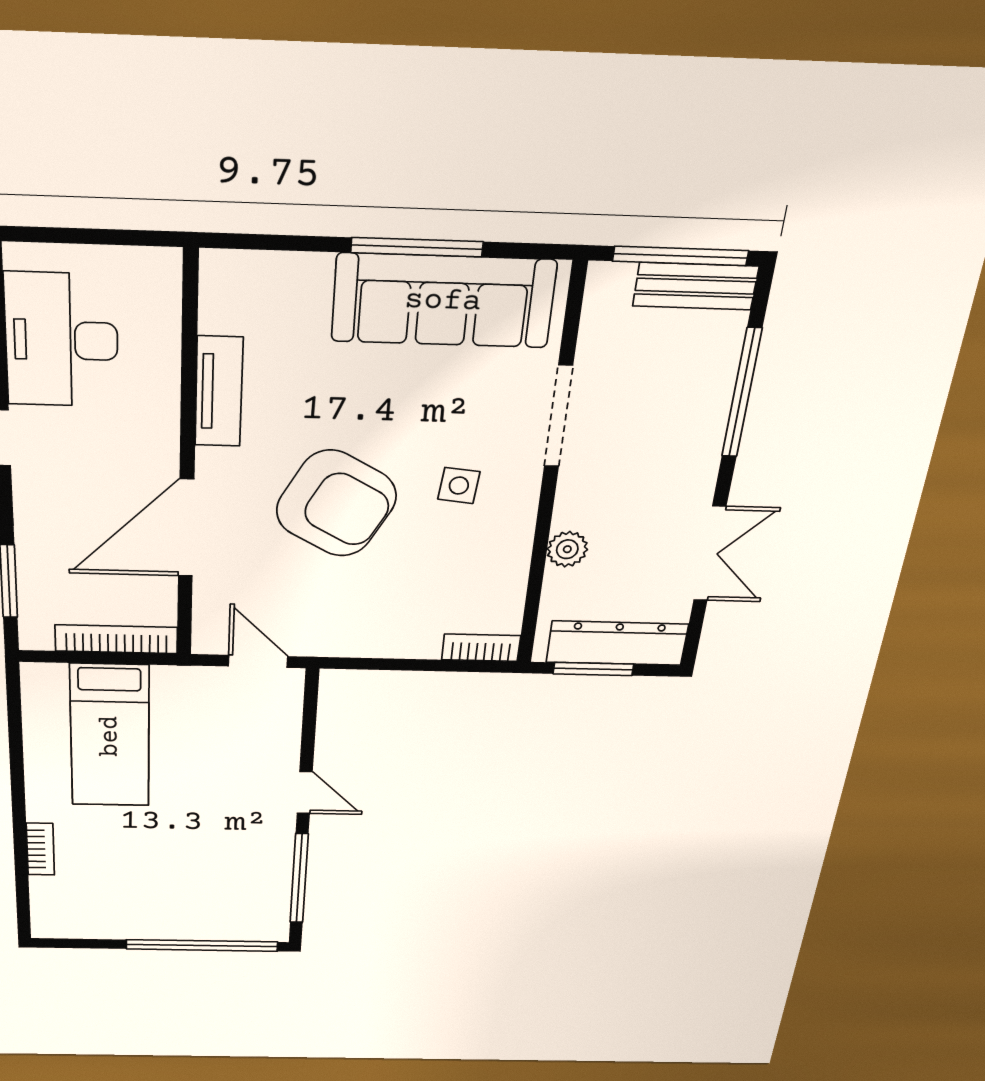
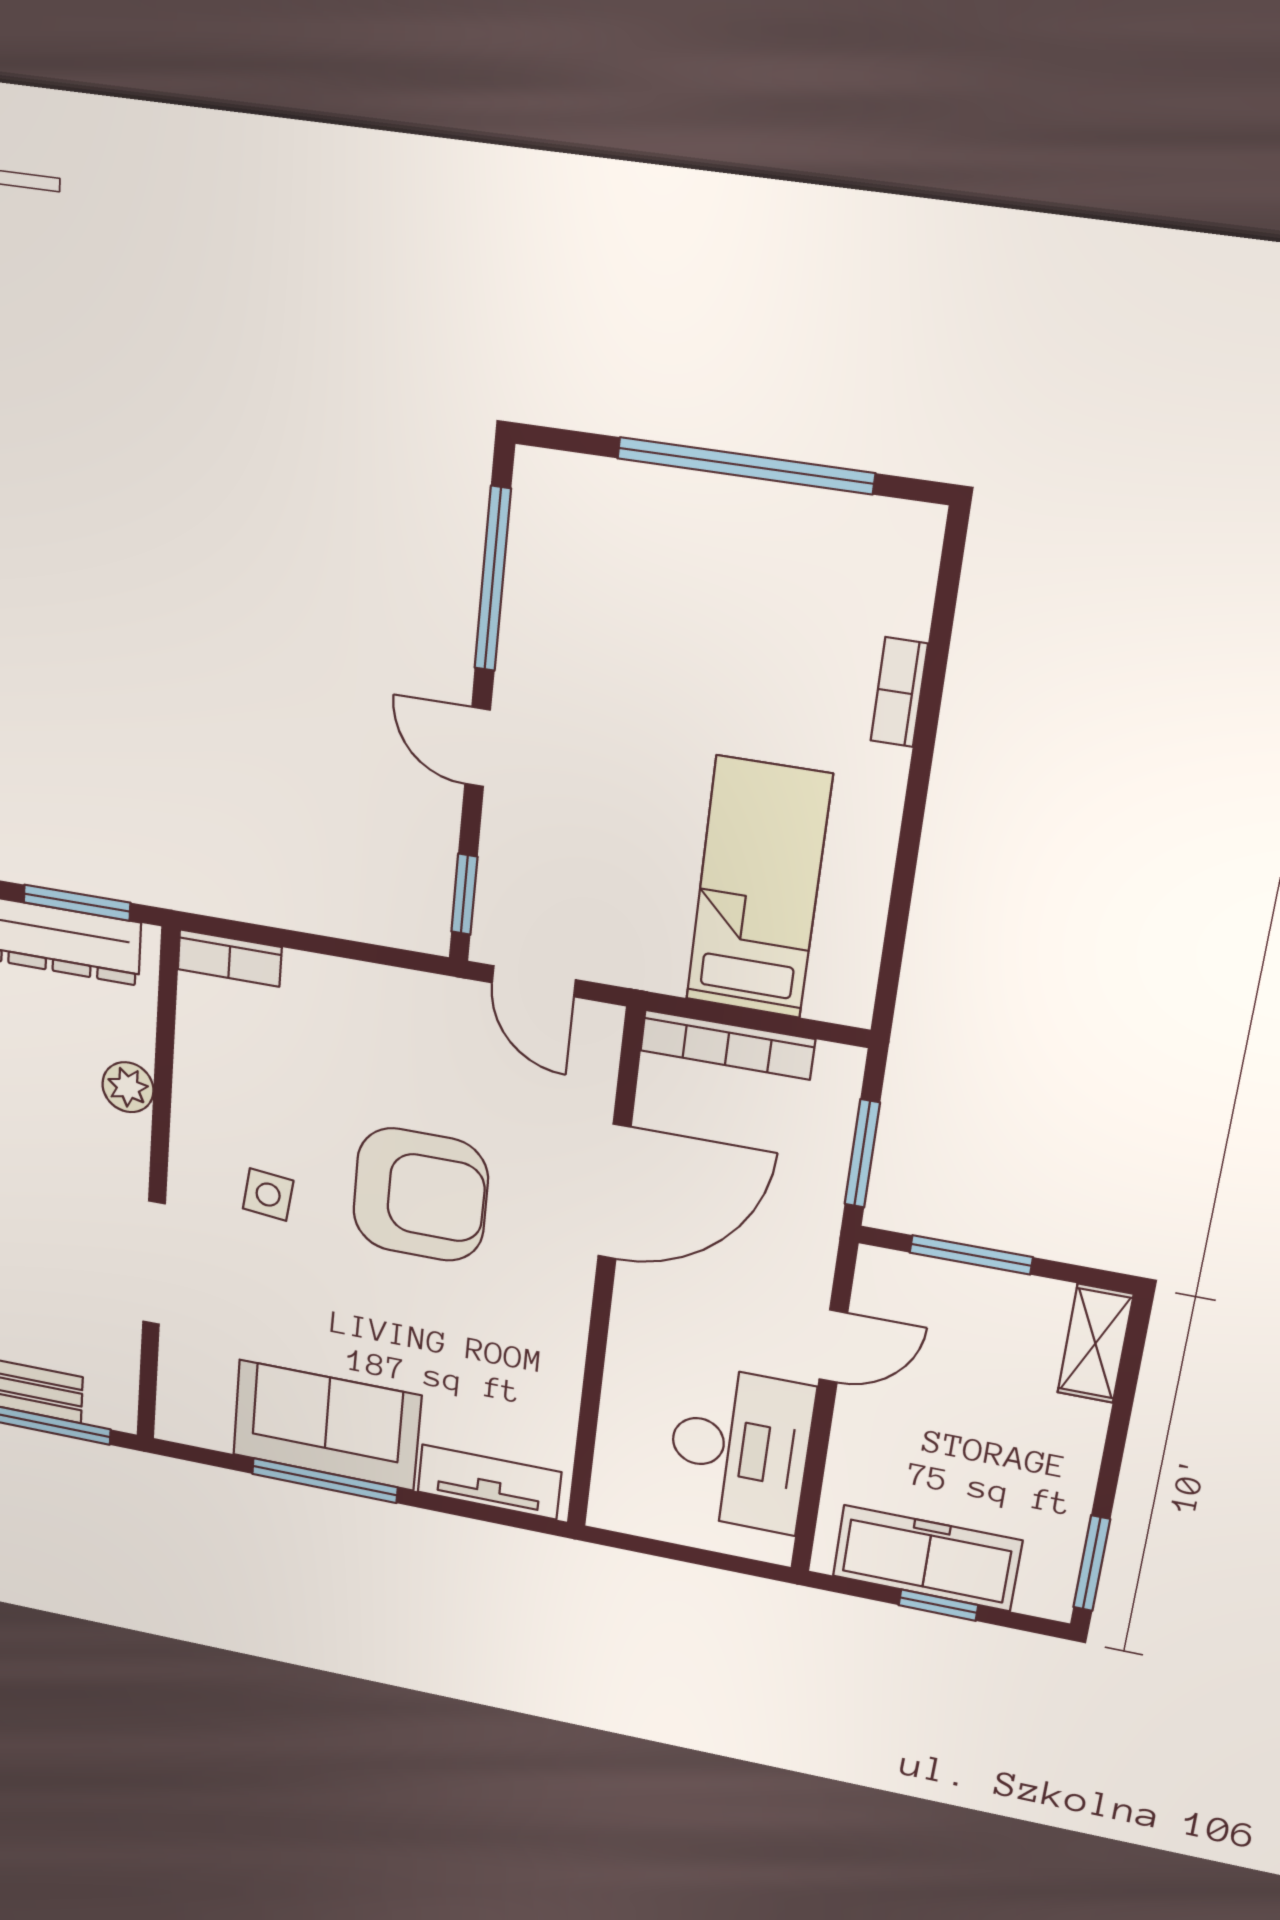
sofa: (443, 301) -> (327, 1425), width x0.73
tv unit: (219, 392) -> (489, 1482), moved, turned 90
armchair: (336, 504) -> (420, 1195), turned 151
window: (310, 708) -> (464, 894), added
window: (202, 945) -> (746, 466), moved

